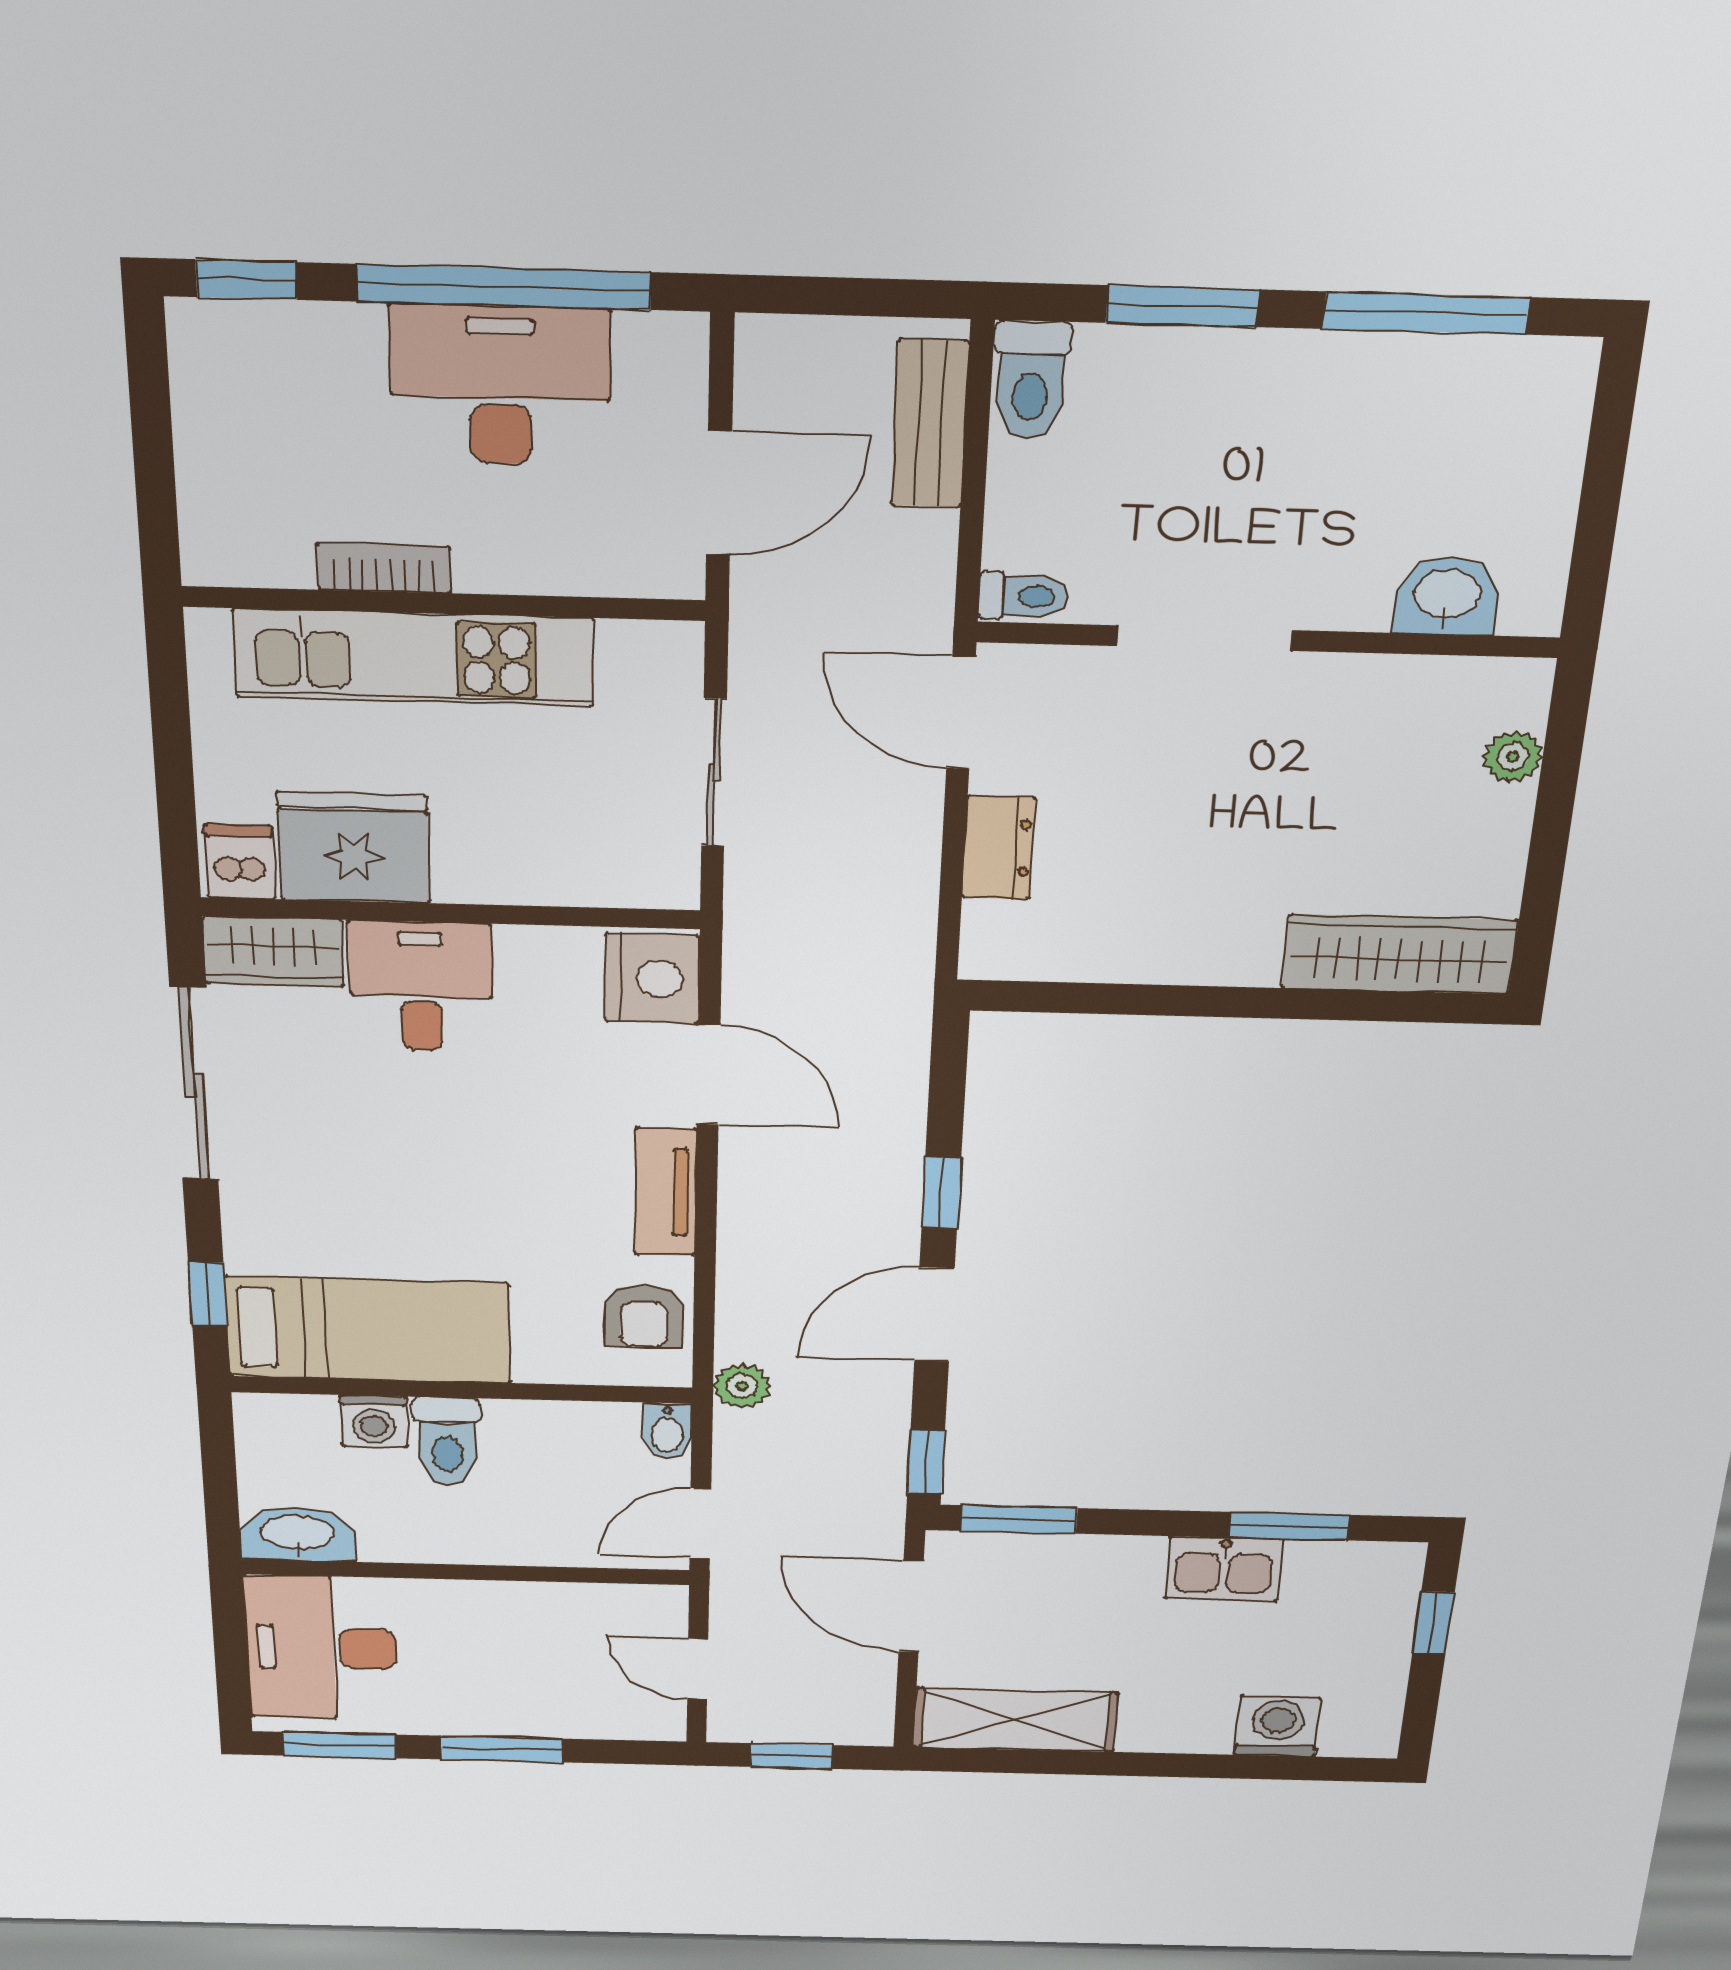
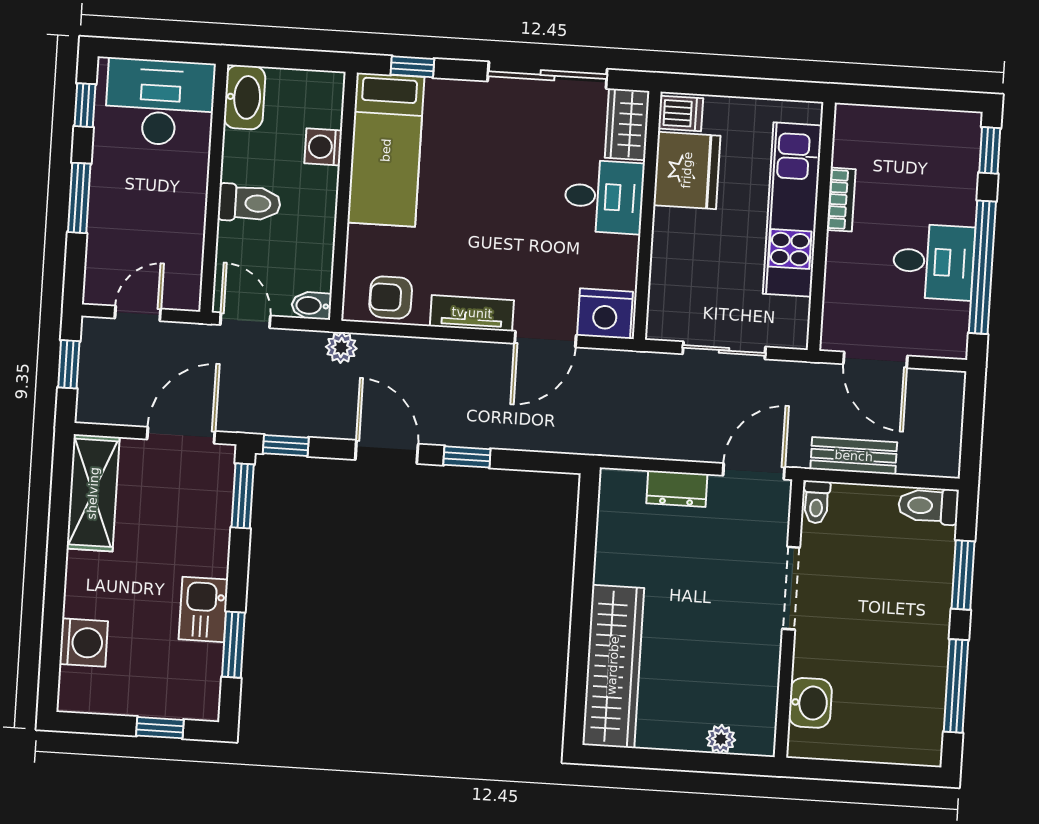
desk: (500, 386) -> (934, 262), width x0.73
bench: (930, 424) -> (854, 456), moved
wardrobe: (1400, 954) -> (613, 666), width x1.40, depth x1.17
toilet: (447, 1442) -> (249, 203), moved, turned 180
window: (340, 1745) -> (85, 105), width x0.67

